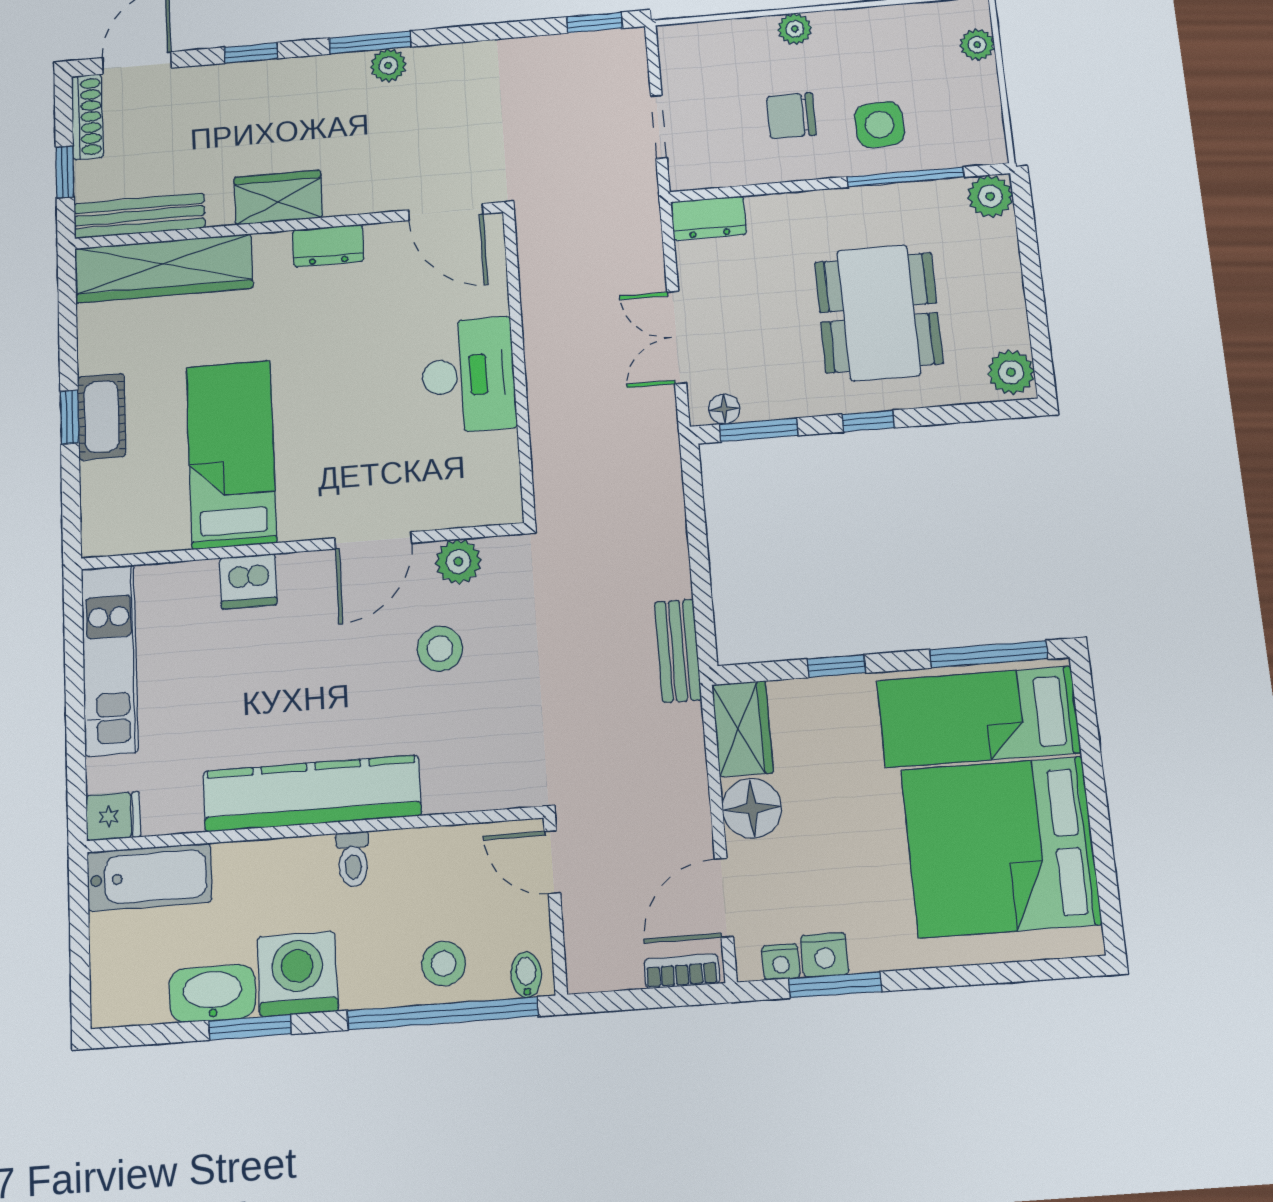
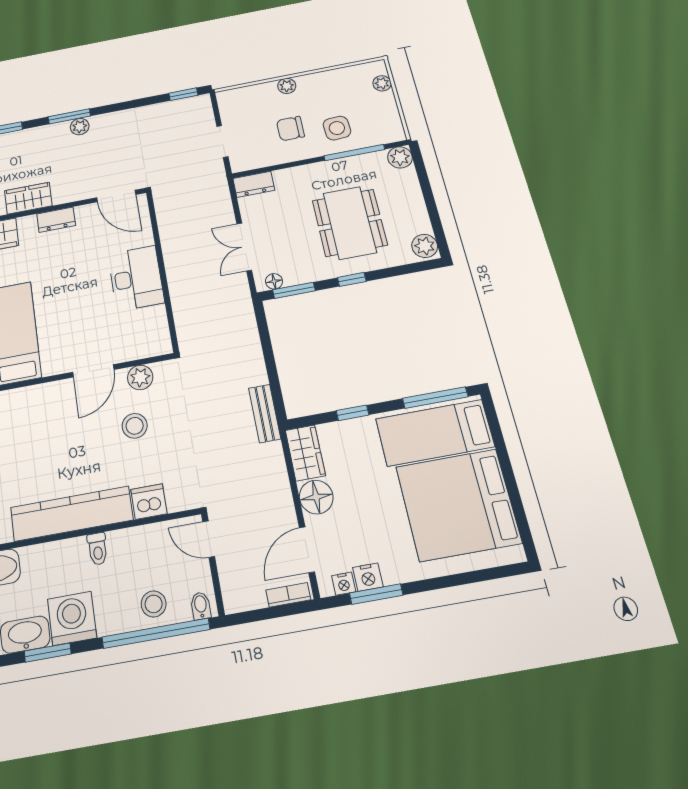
dishwasher: (248, 581) -> (149, 502), moved, turned 180

